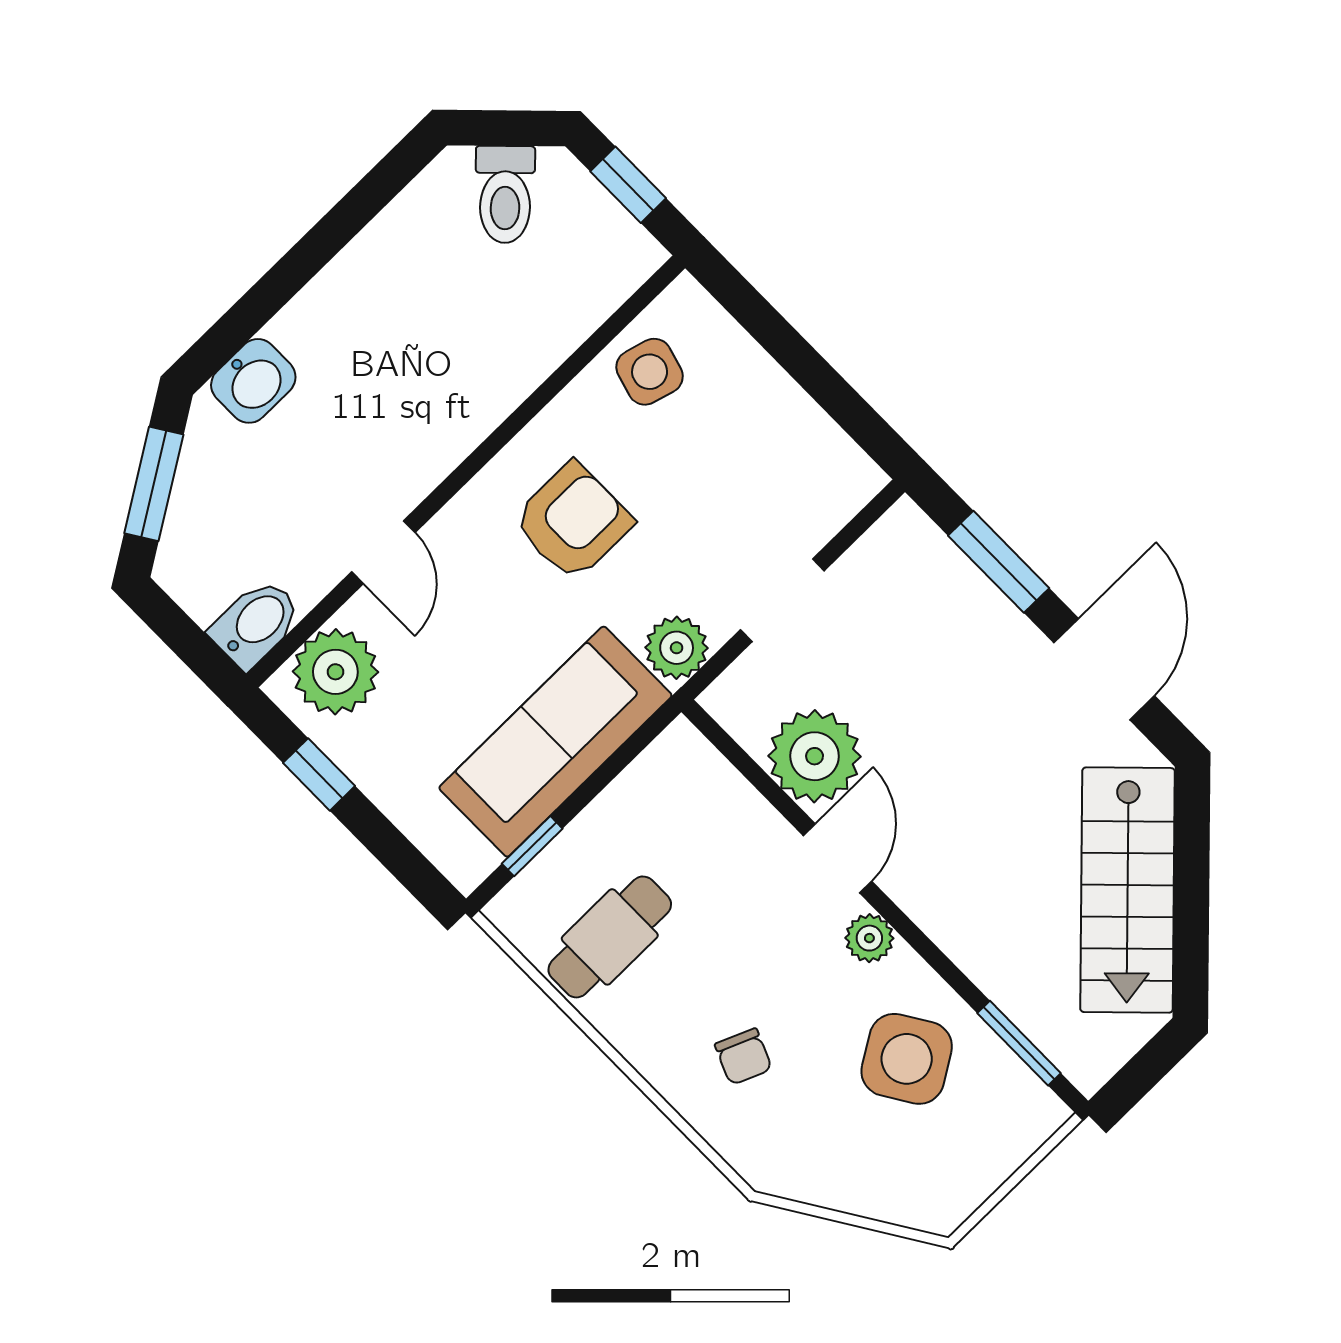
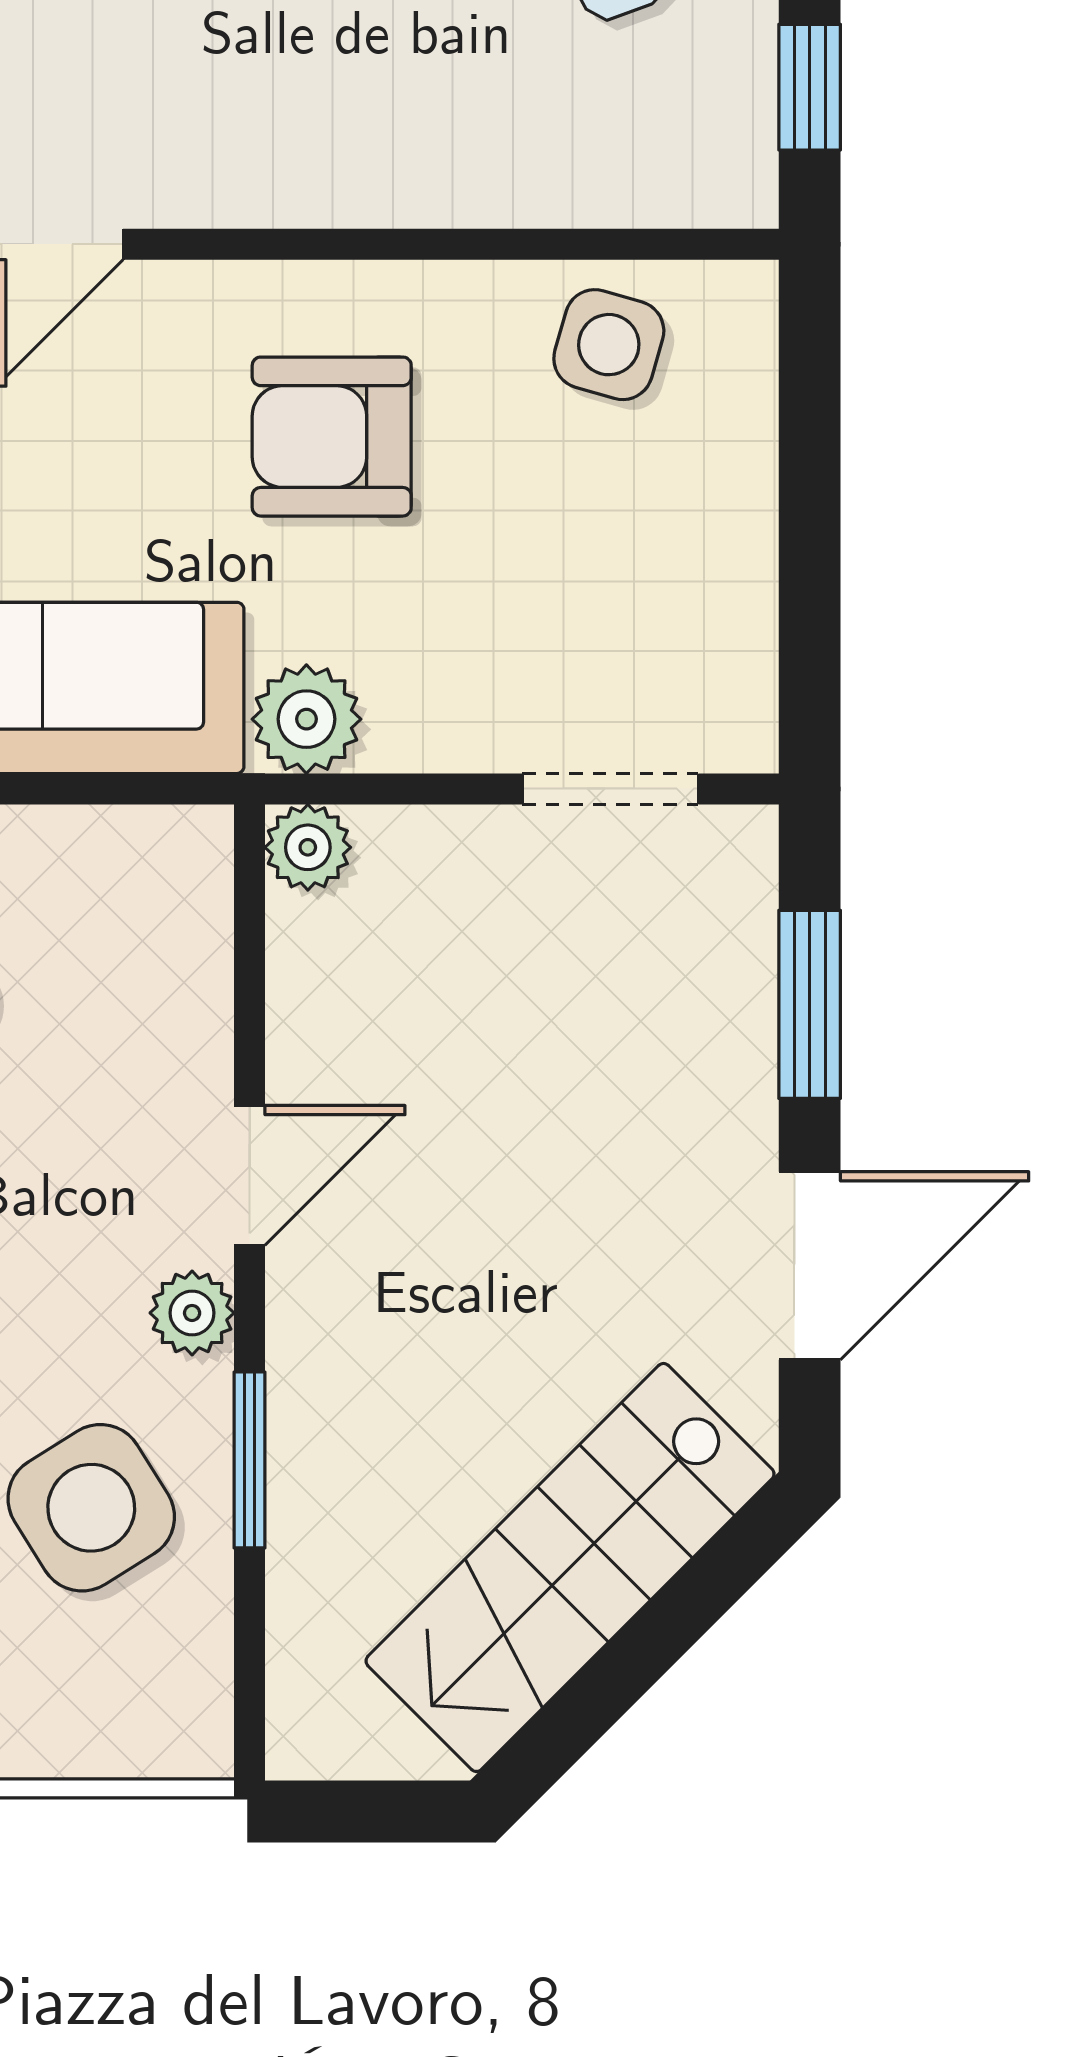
armchair: (573, 521) -> (332, 437), turned 180
doorway: (782, 600) -> (610, 789), moved
plant: (815, 756) -> (308, 847), moved, width x0.53, depth x0.53
window: (1019, 1043) -> (250, 1460), moved

